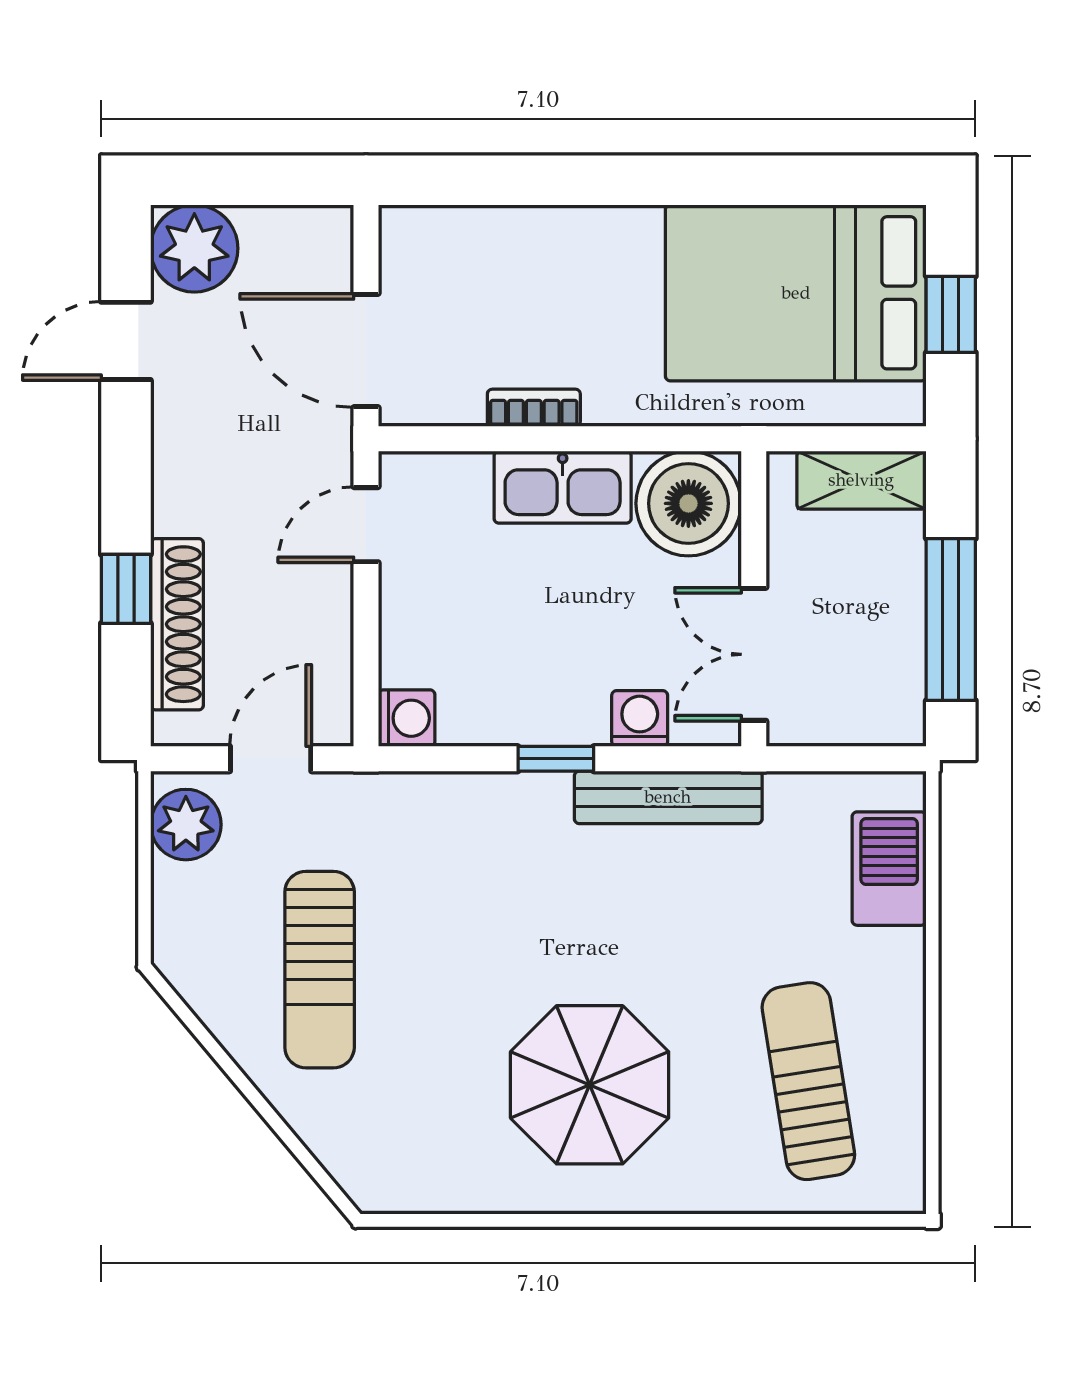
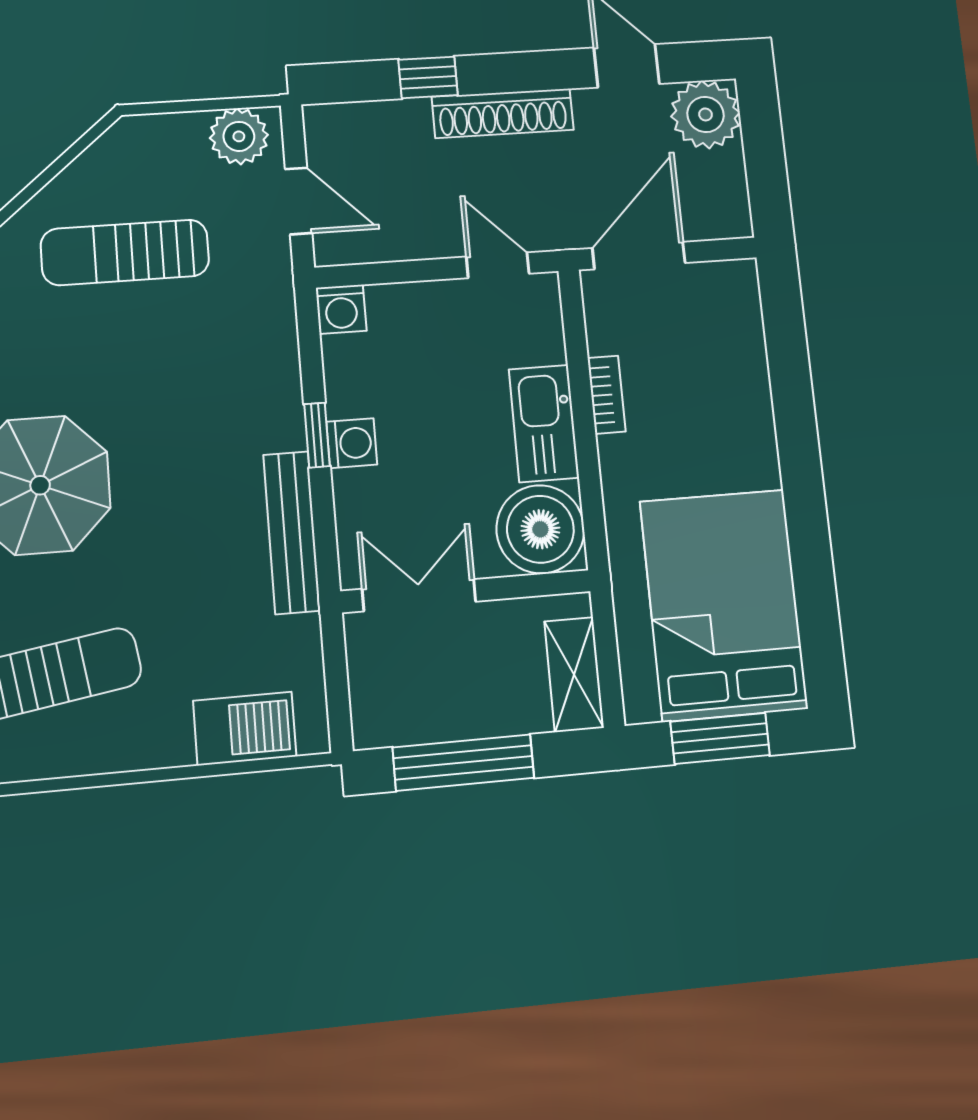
window: (951, 314) -> (720, 738), width x1.50
shoe rack: (177, 624) -> (503, 113), moved
washing machine: (640, 719) -> (352, 443), moved

